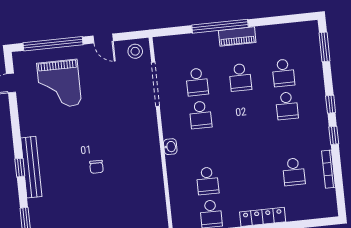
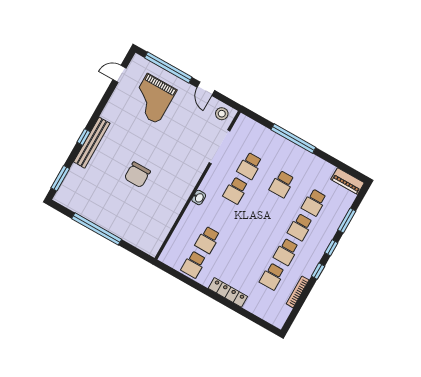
piano: (237, 36) -> (348, 181), moved
window: (324, 47) -> (347, 221), moved
school desk: (290, 139) -> (286, 252), added
chair: (96, 167) -> (137, 175), width x1.87, depth x1.87

